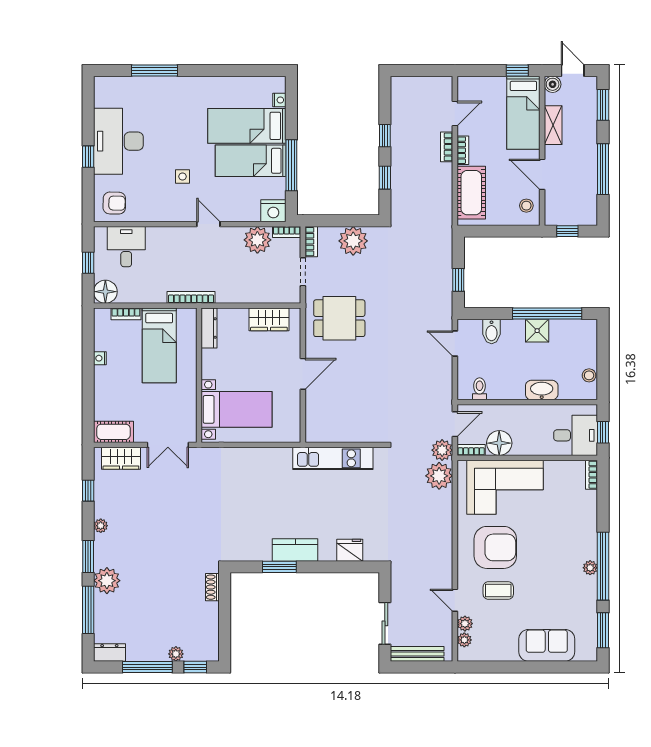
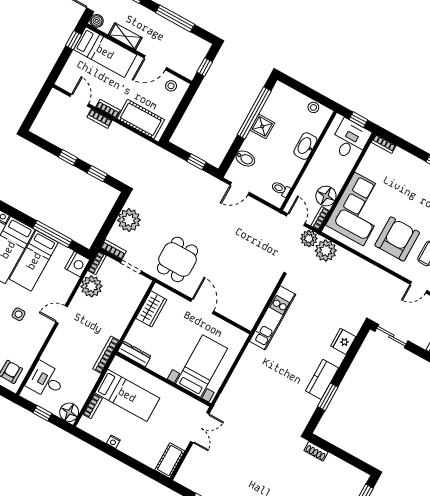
wardrobe: (121, 458) -> (191, 465), removed
sliding door: (385, 623) -> (391, 336), moved

